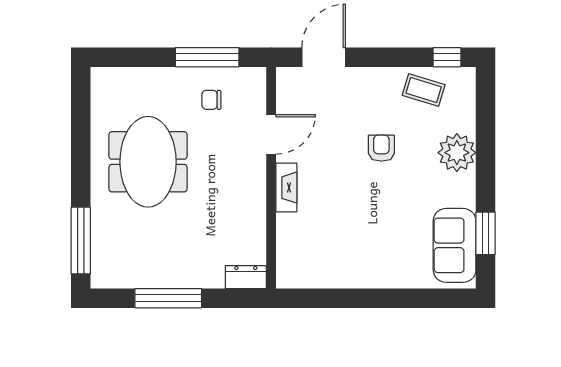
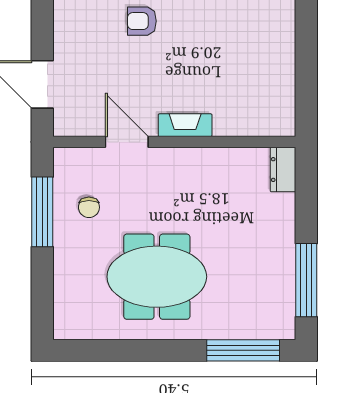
window: (168, 298) -> (306, 280), moved

